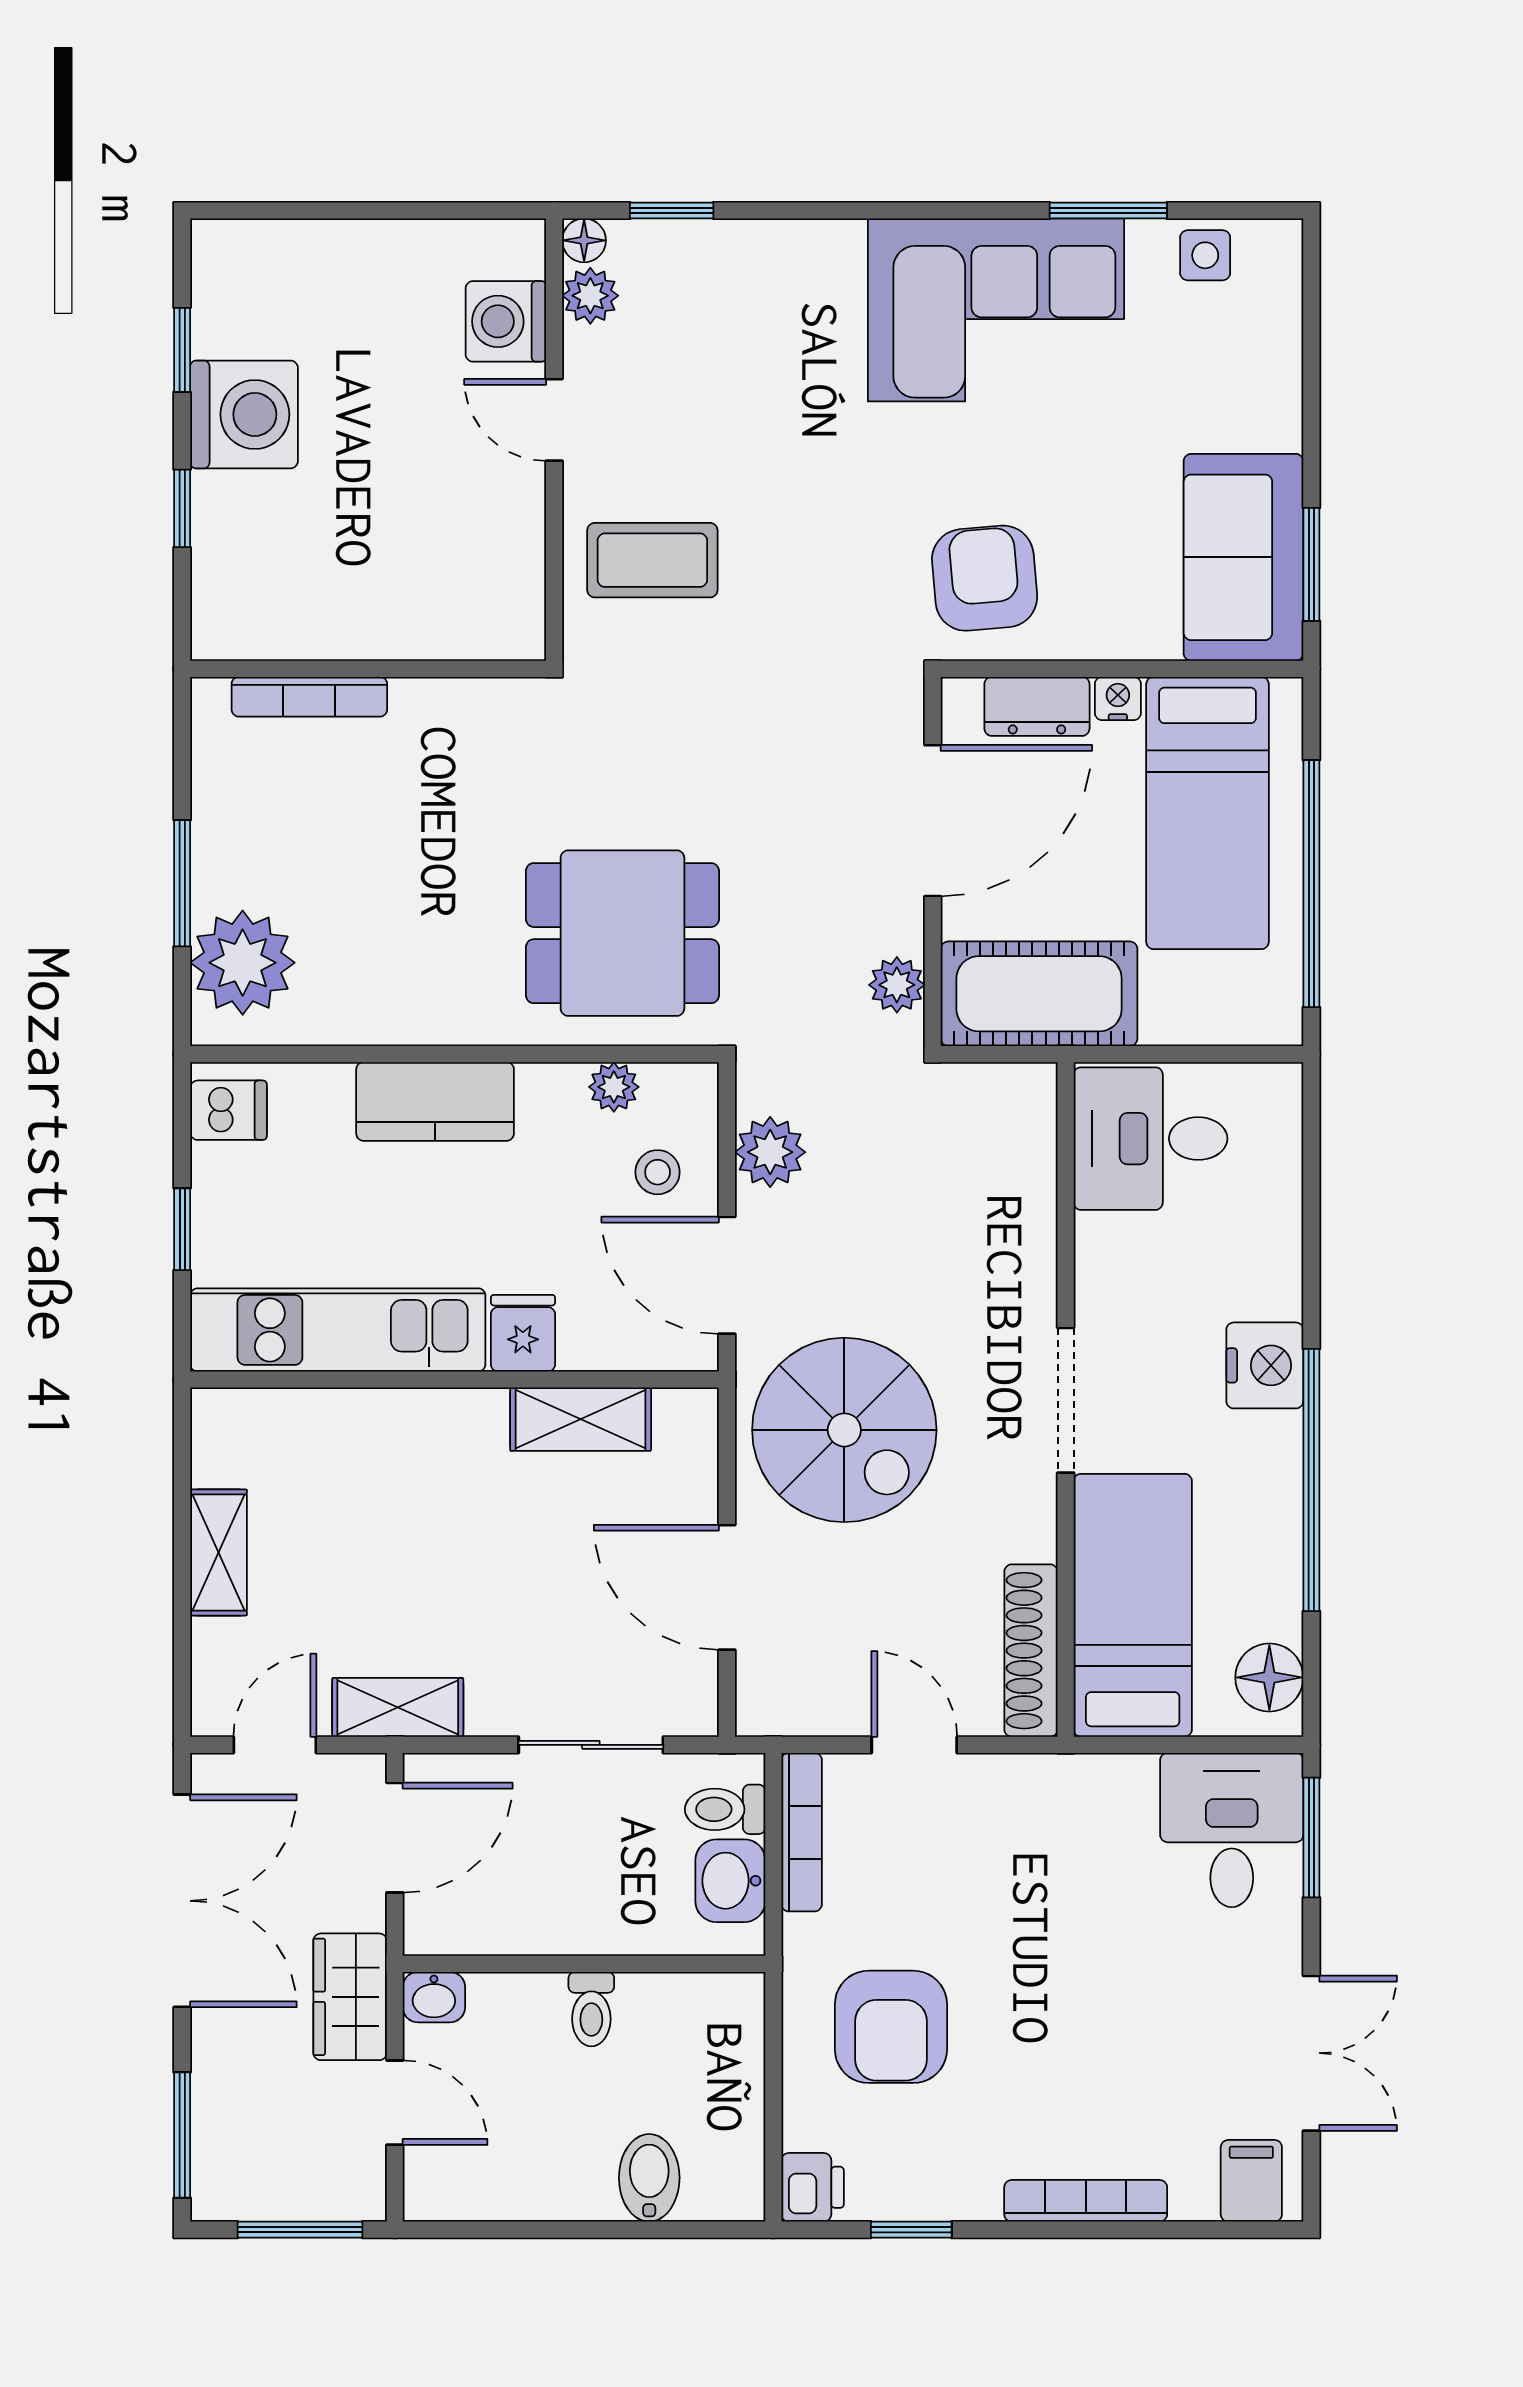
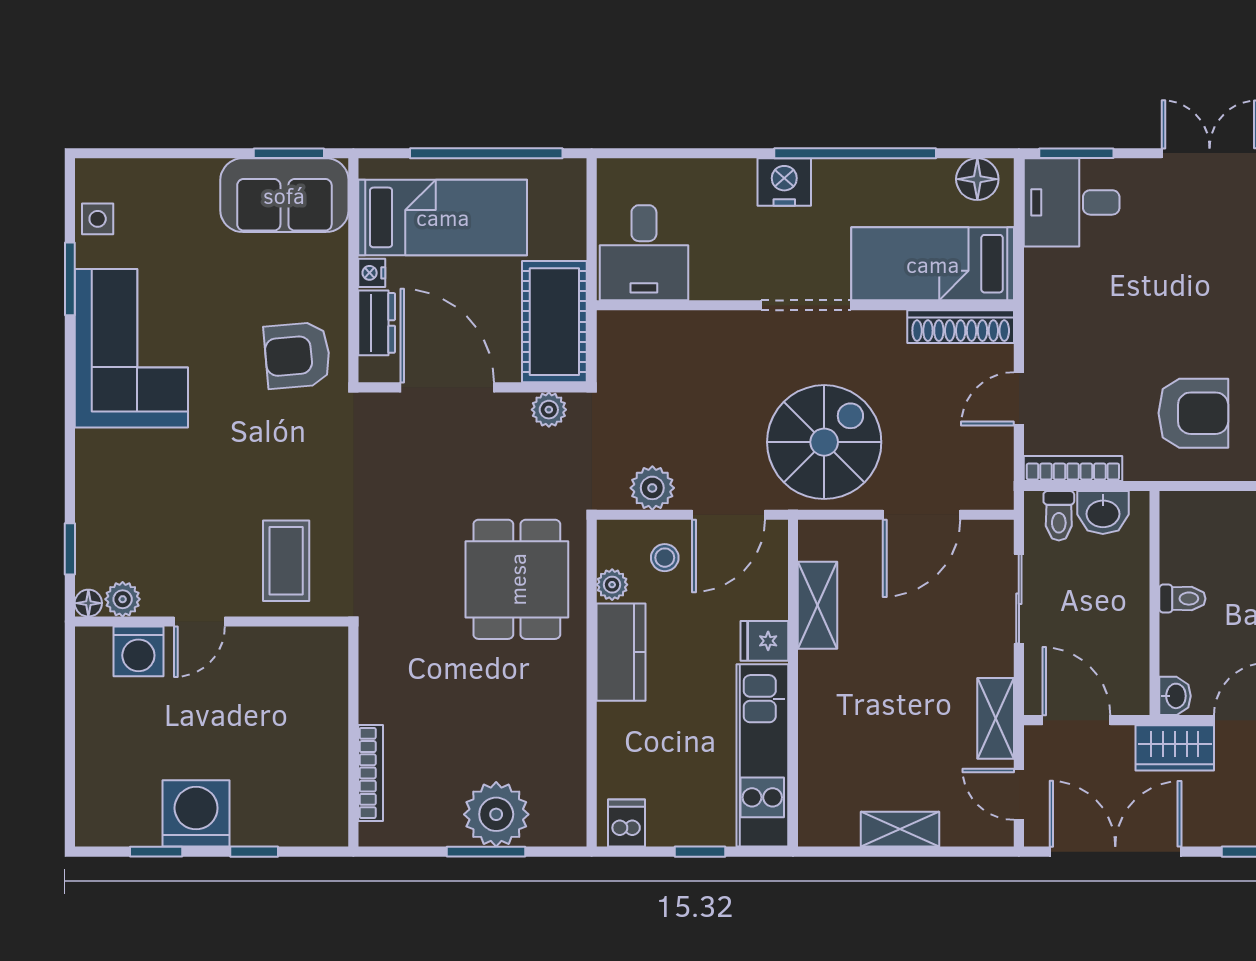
plant: (243, 963) -> (496, 814), moved
kitchen counter: (435, 1101) -> (621, 652), moved

